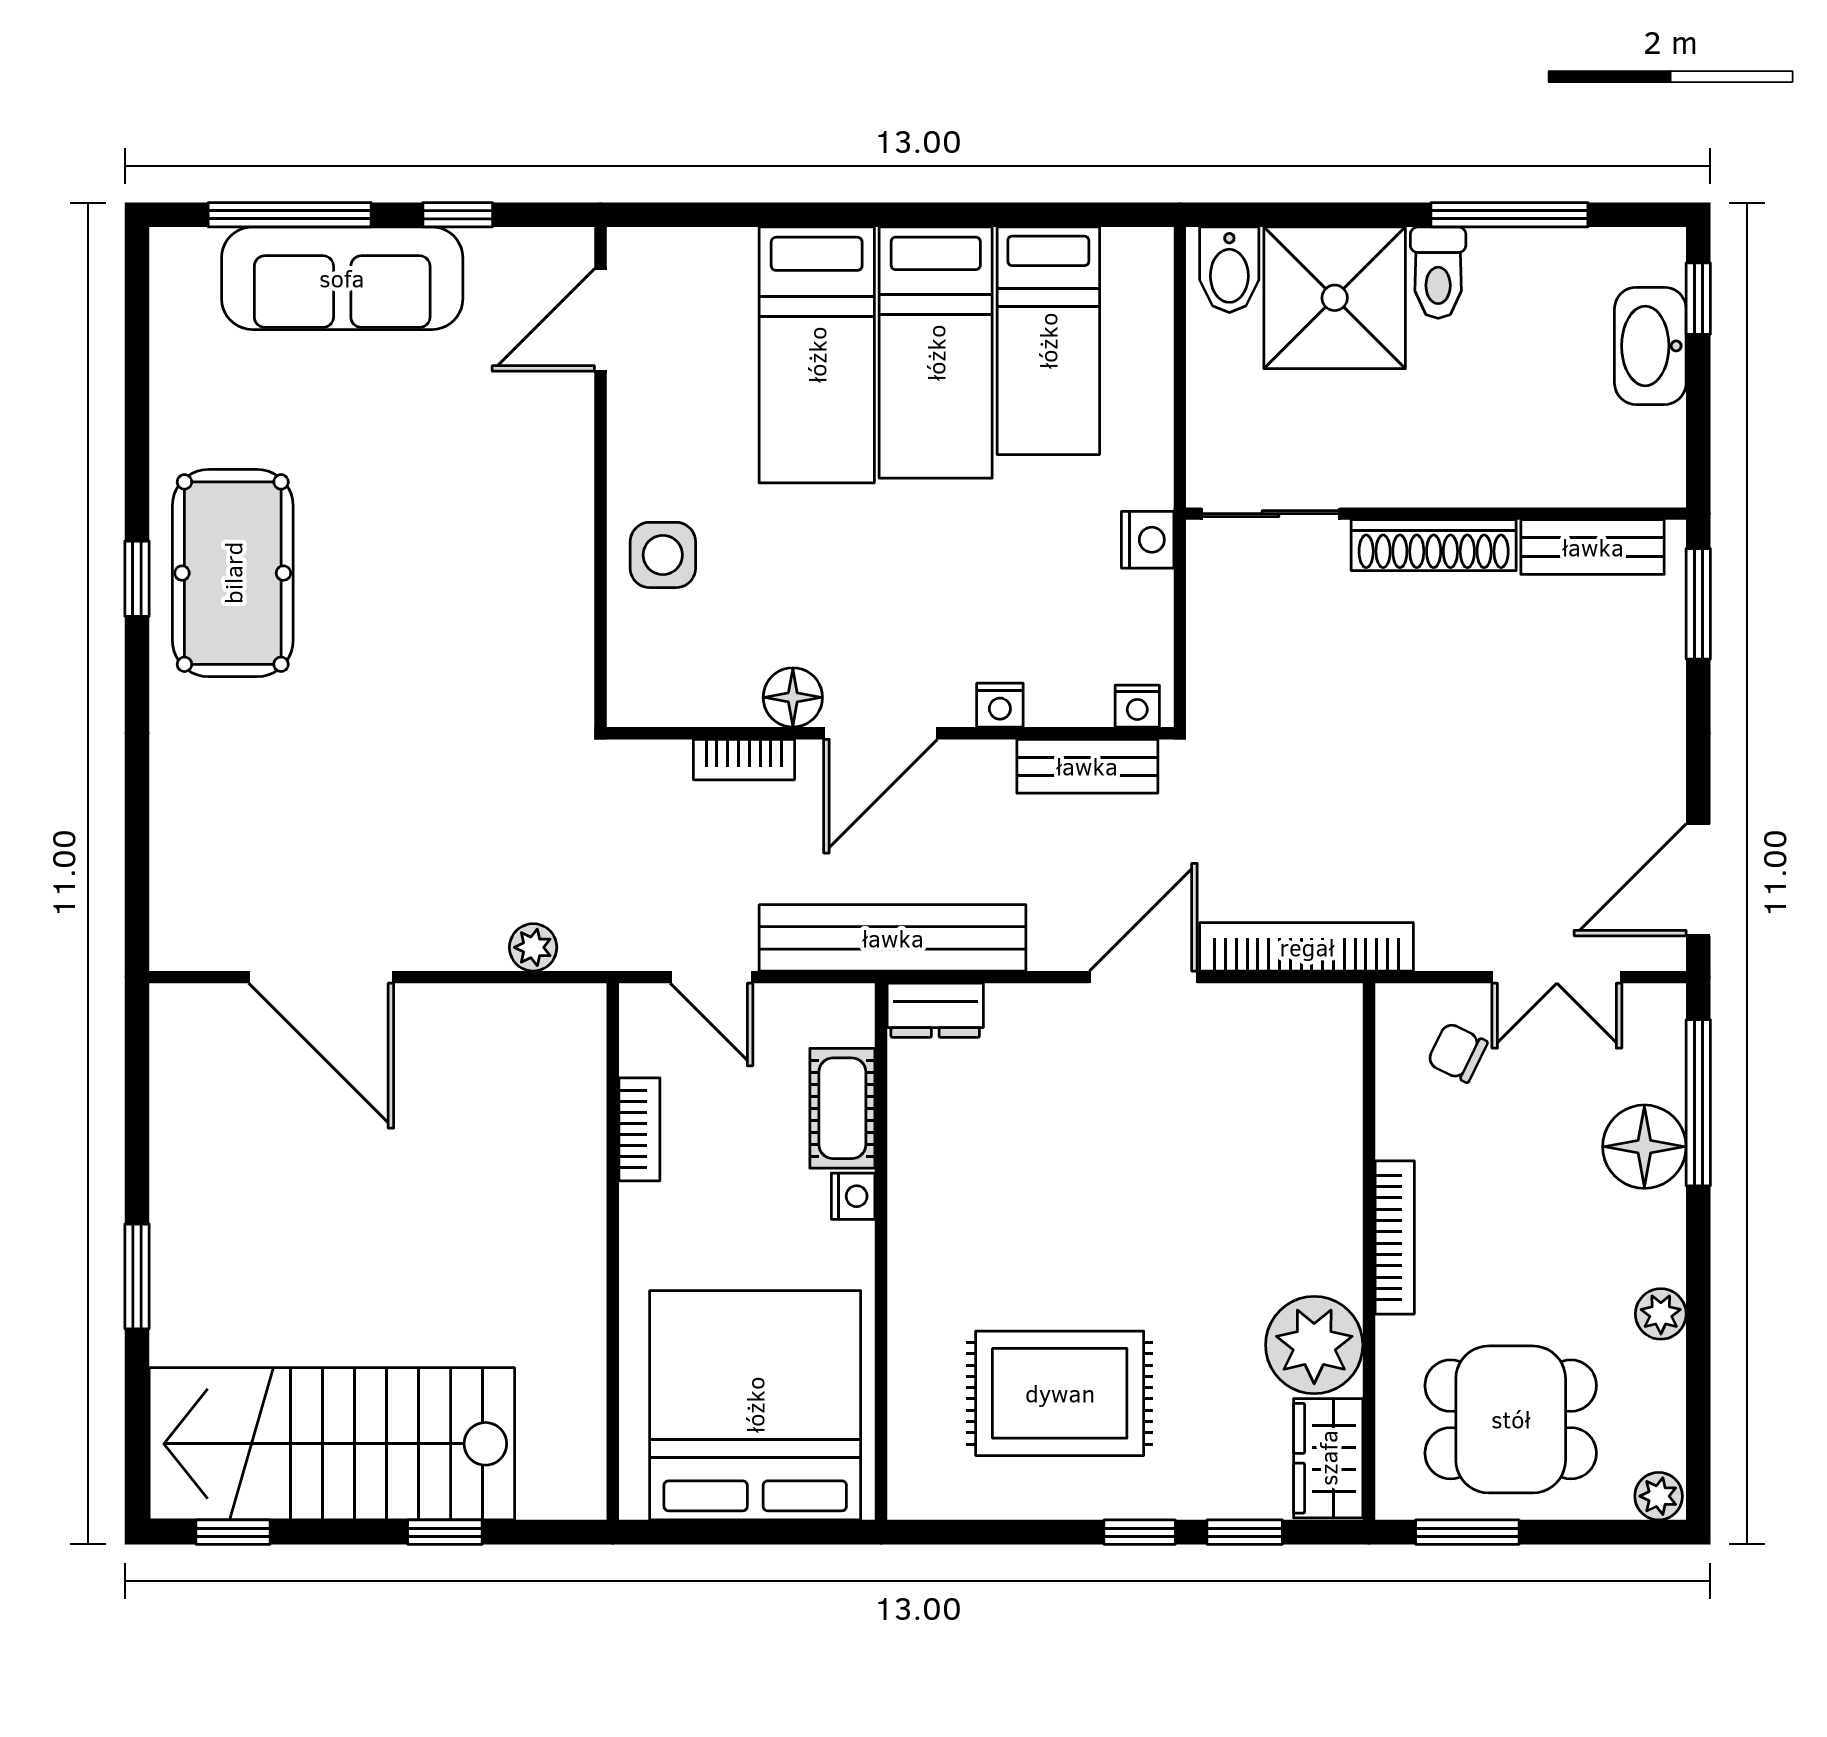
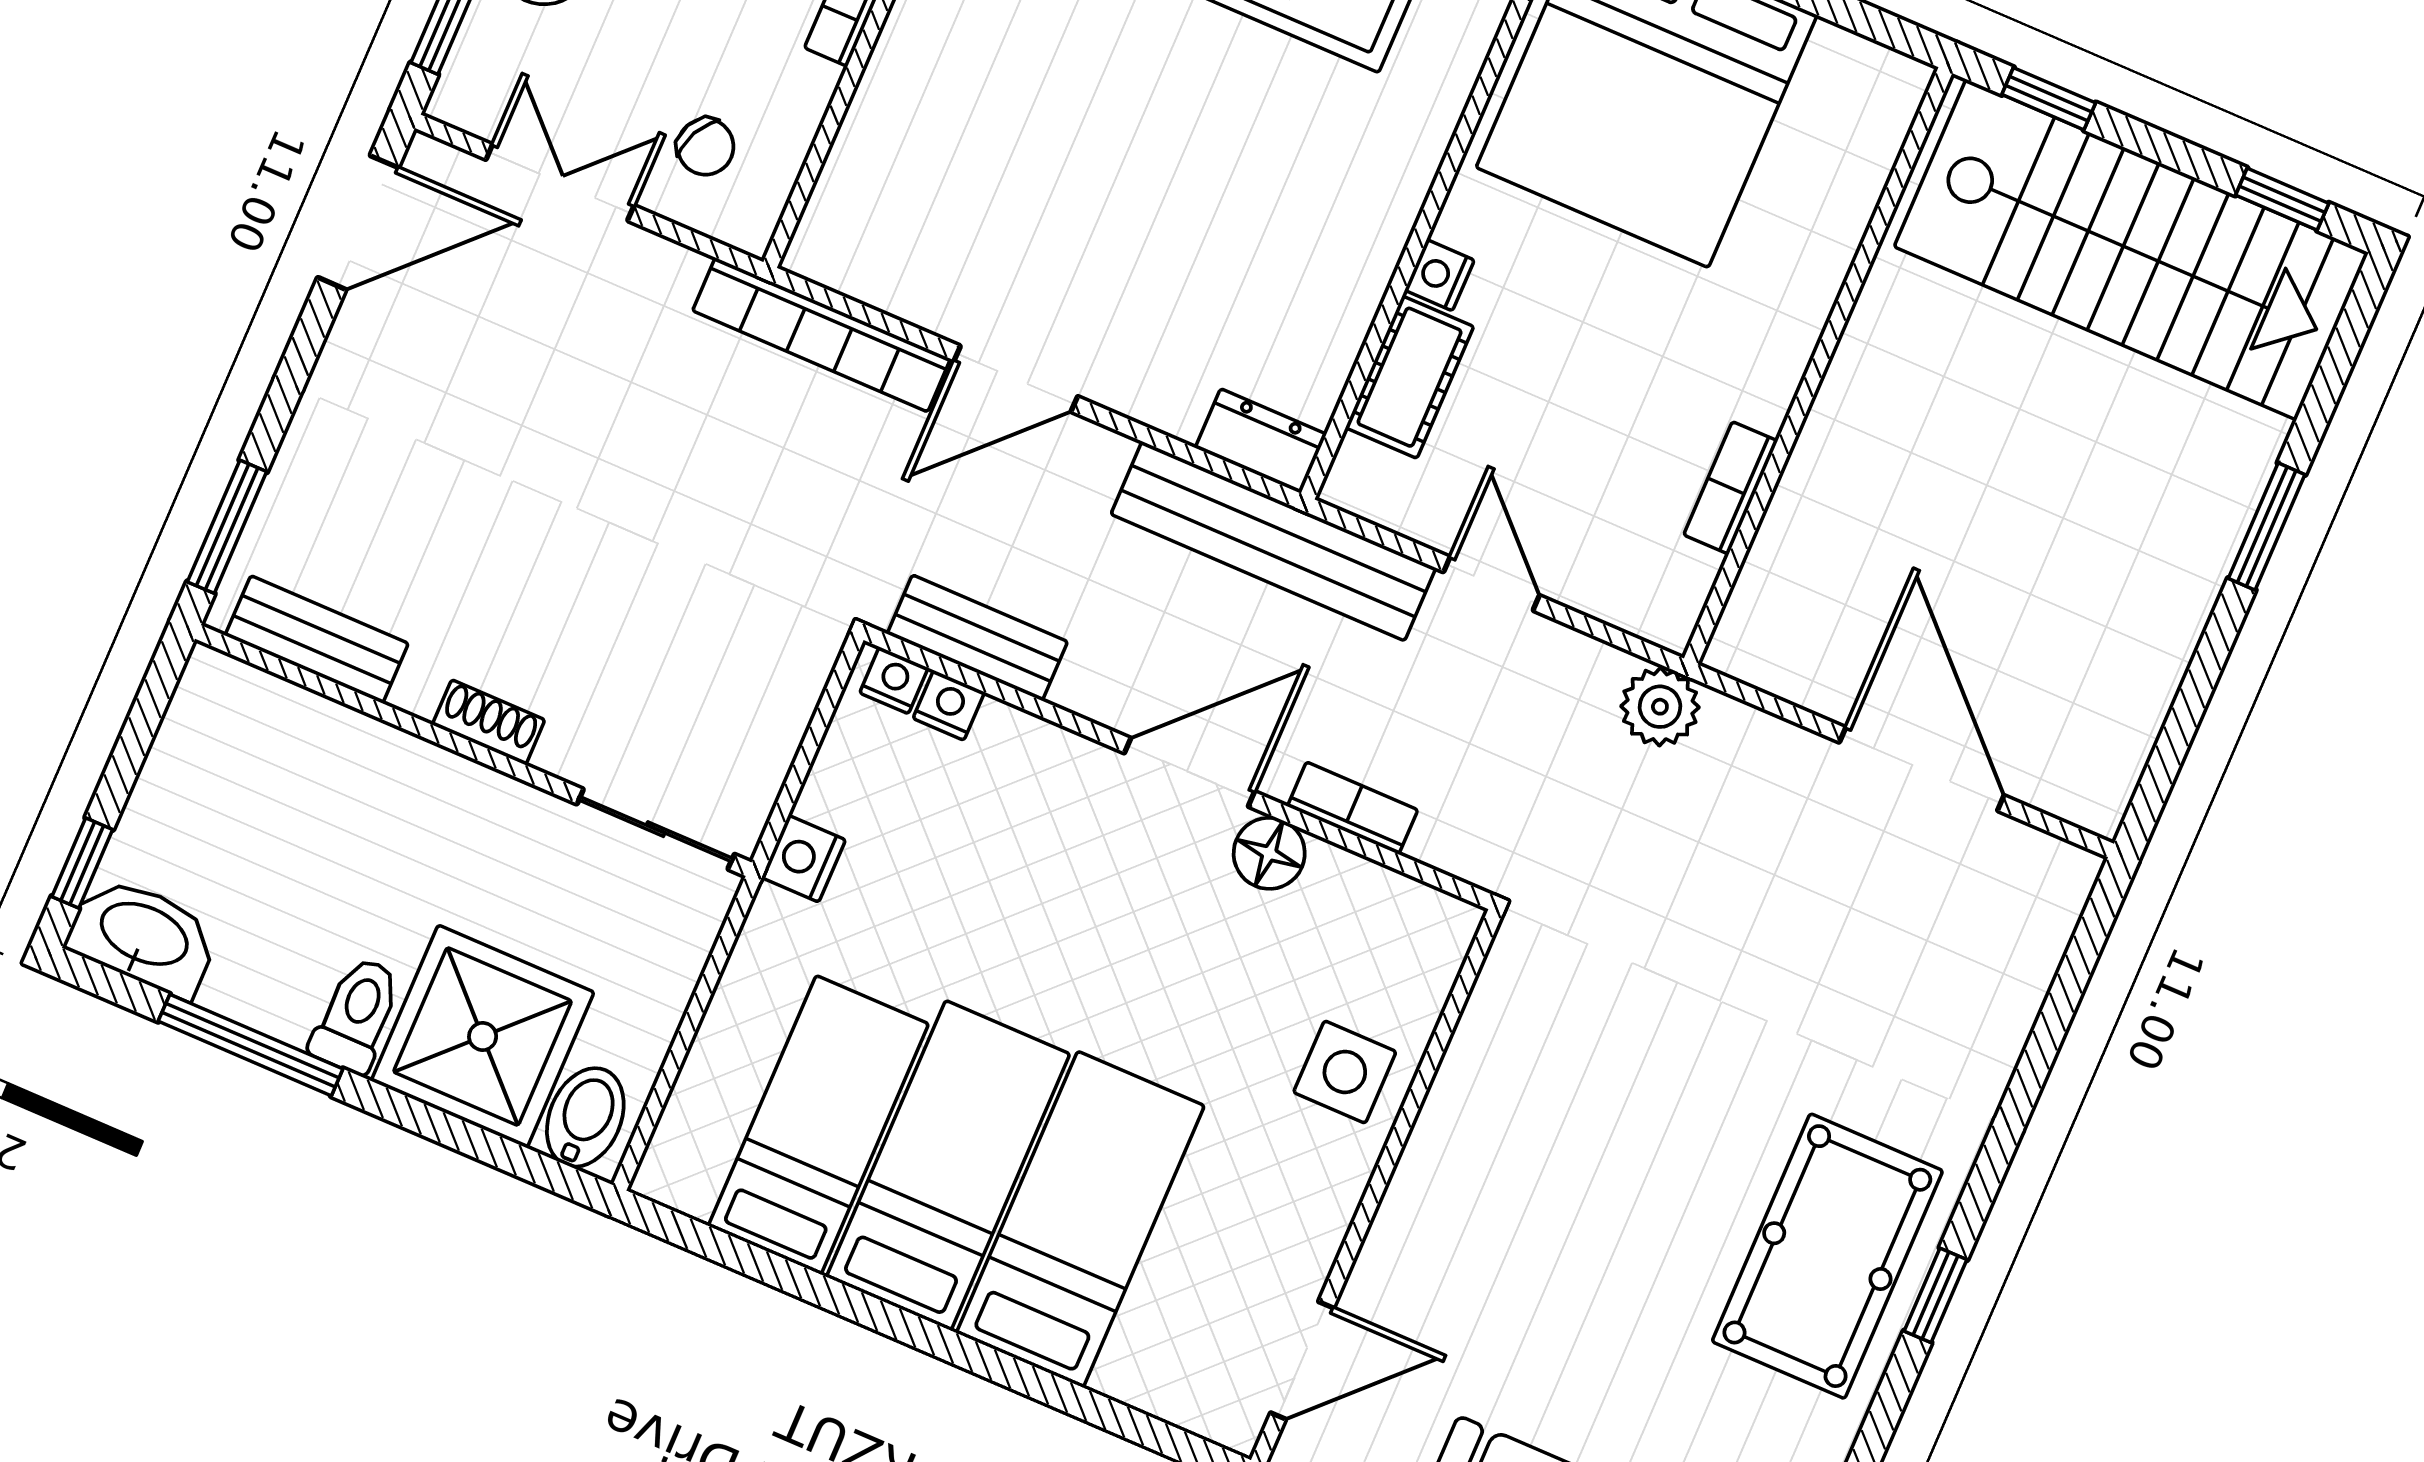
washbasin: (1650, 346) -> (143, 936), moved, turned -90
shoe rack: (1434, 545) -> (489, 722), width x0.51, depth x0.81
nightstand: (1000, 705) -> (949, 705), moved
plant: (533, 947) -> (1660, 707), width x1.38, depth x1.38
bookcase: (639, 1129) -> (1731, 488), moved
wall: (613, 1252) -> (1818, 366), moved

